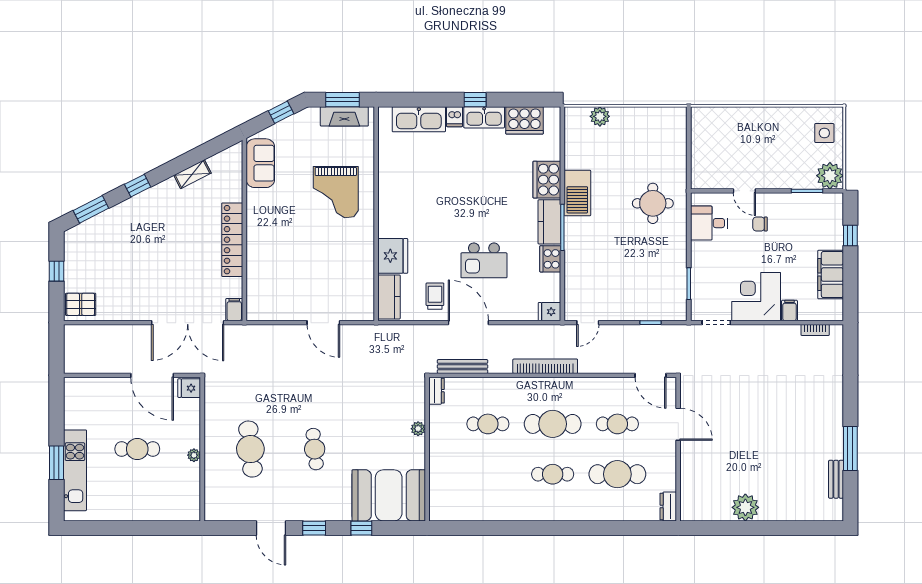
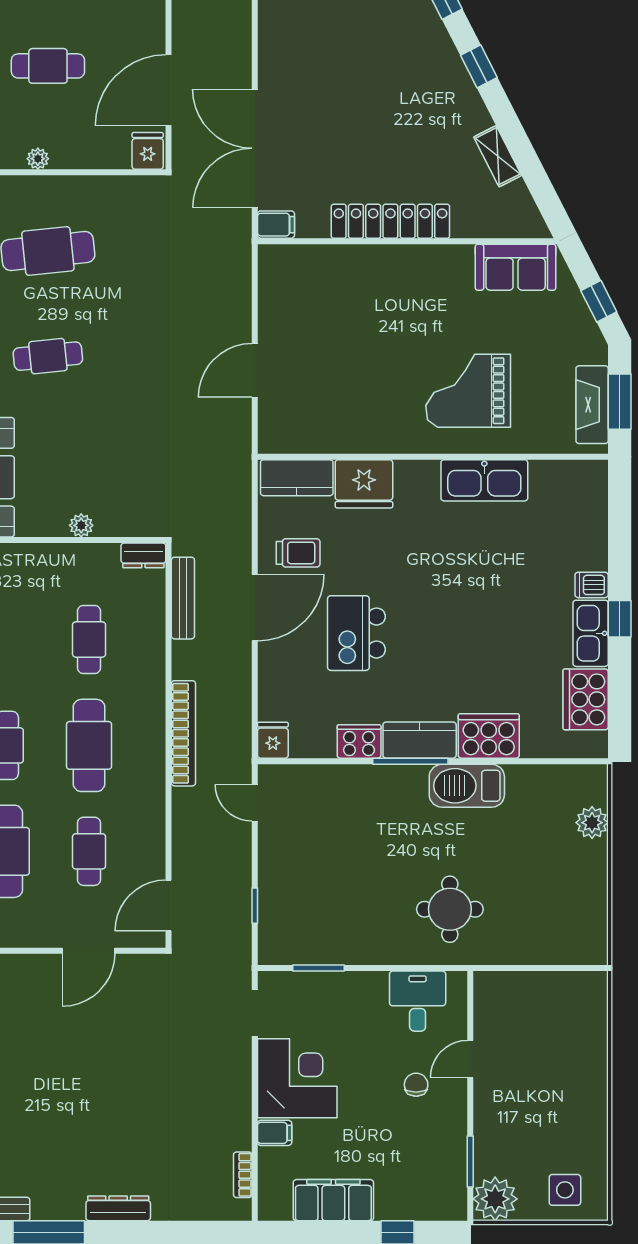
kitchen sink: (419, 119) -> (484, 480), moved, turned -90
dresser: (836, 406) -> (118, 1208), added
cafe table: (137, 449) -> (48, 66), turned 90

